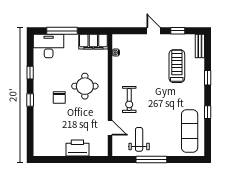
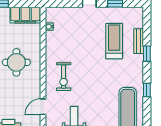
bench: (200, 46) -> (139, 41), moved
door: (110, 128) -> (43, 107), swing flipped

